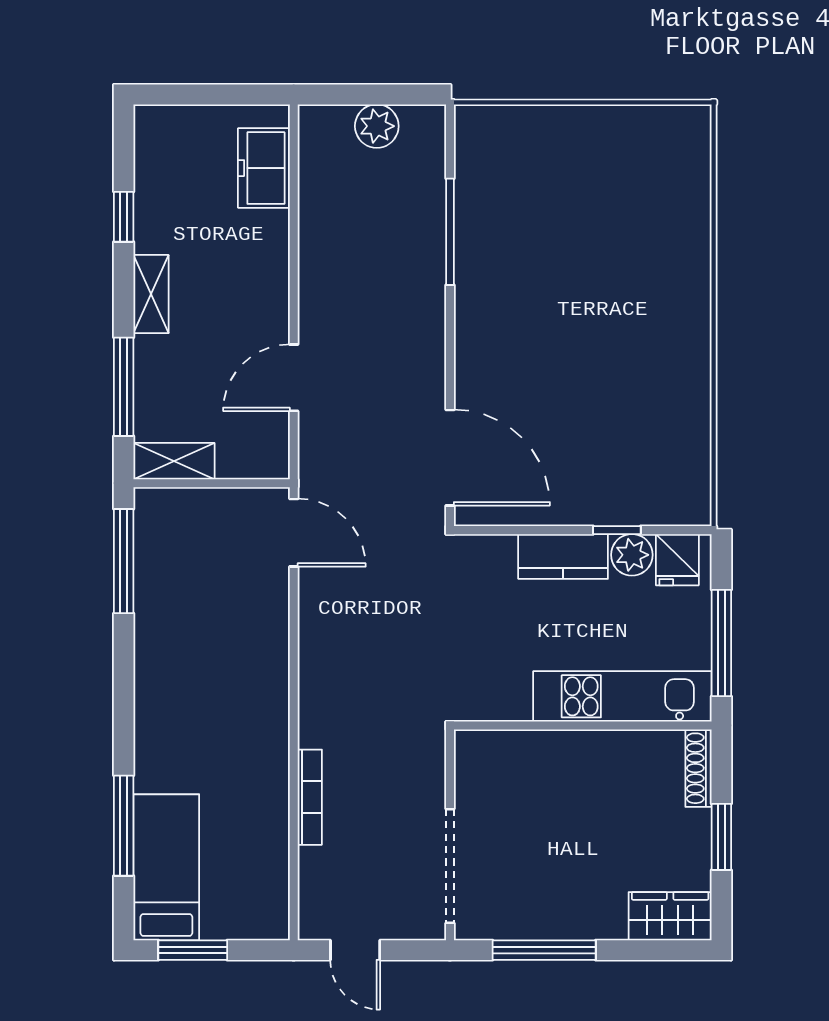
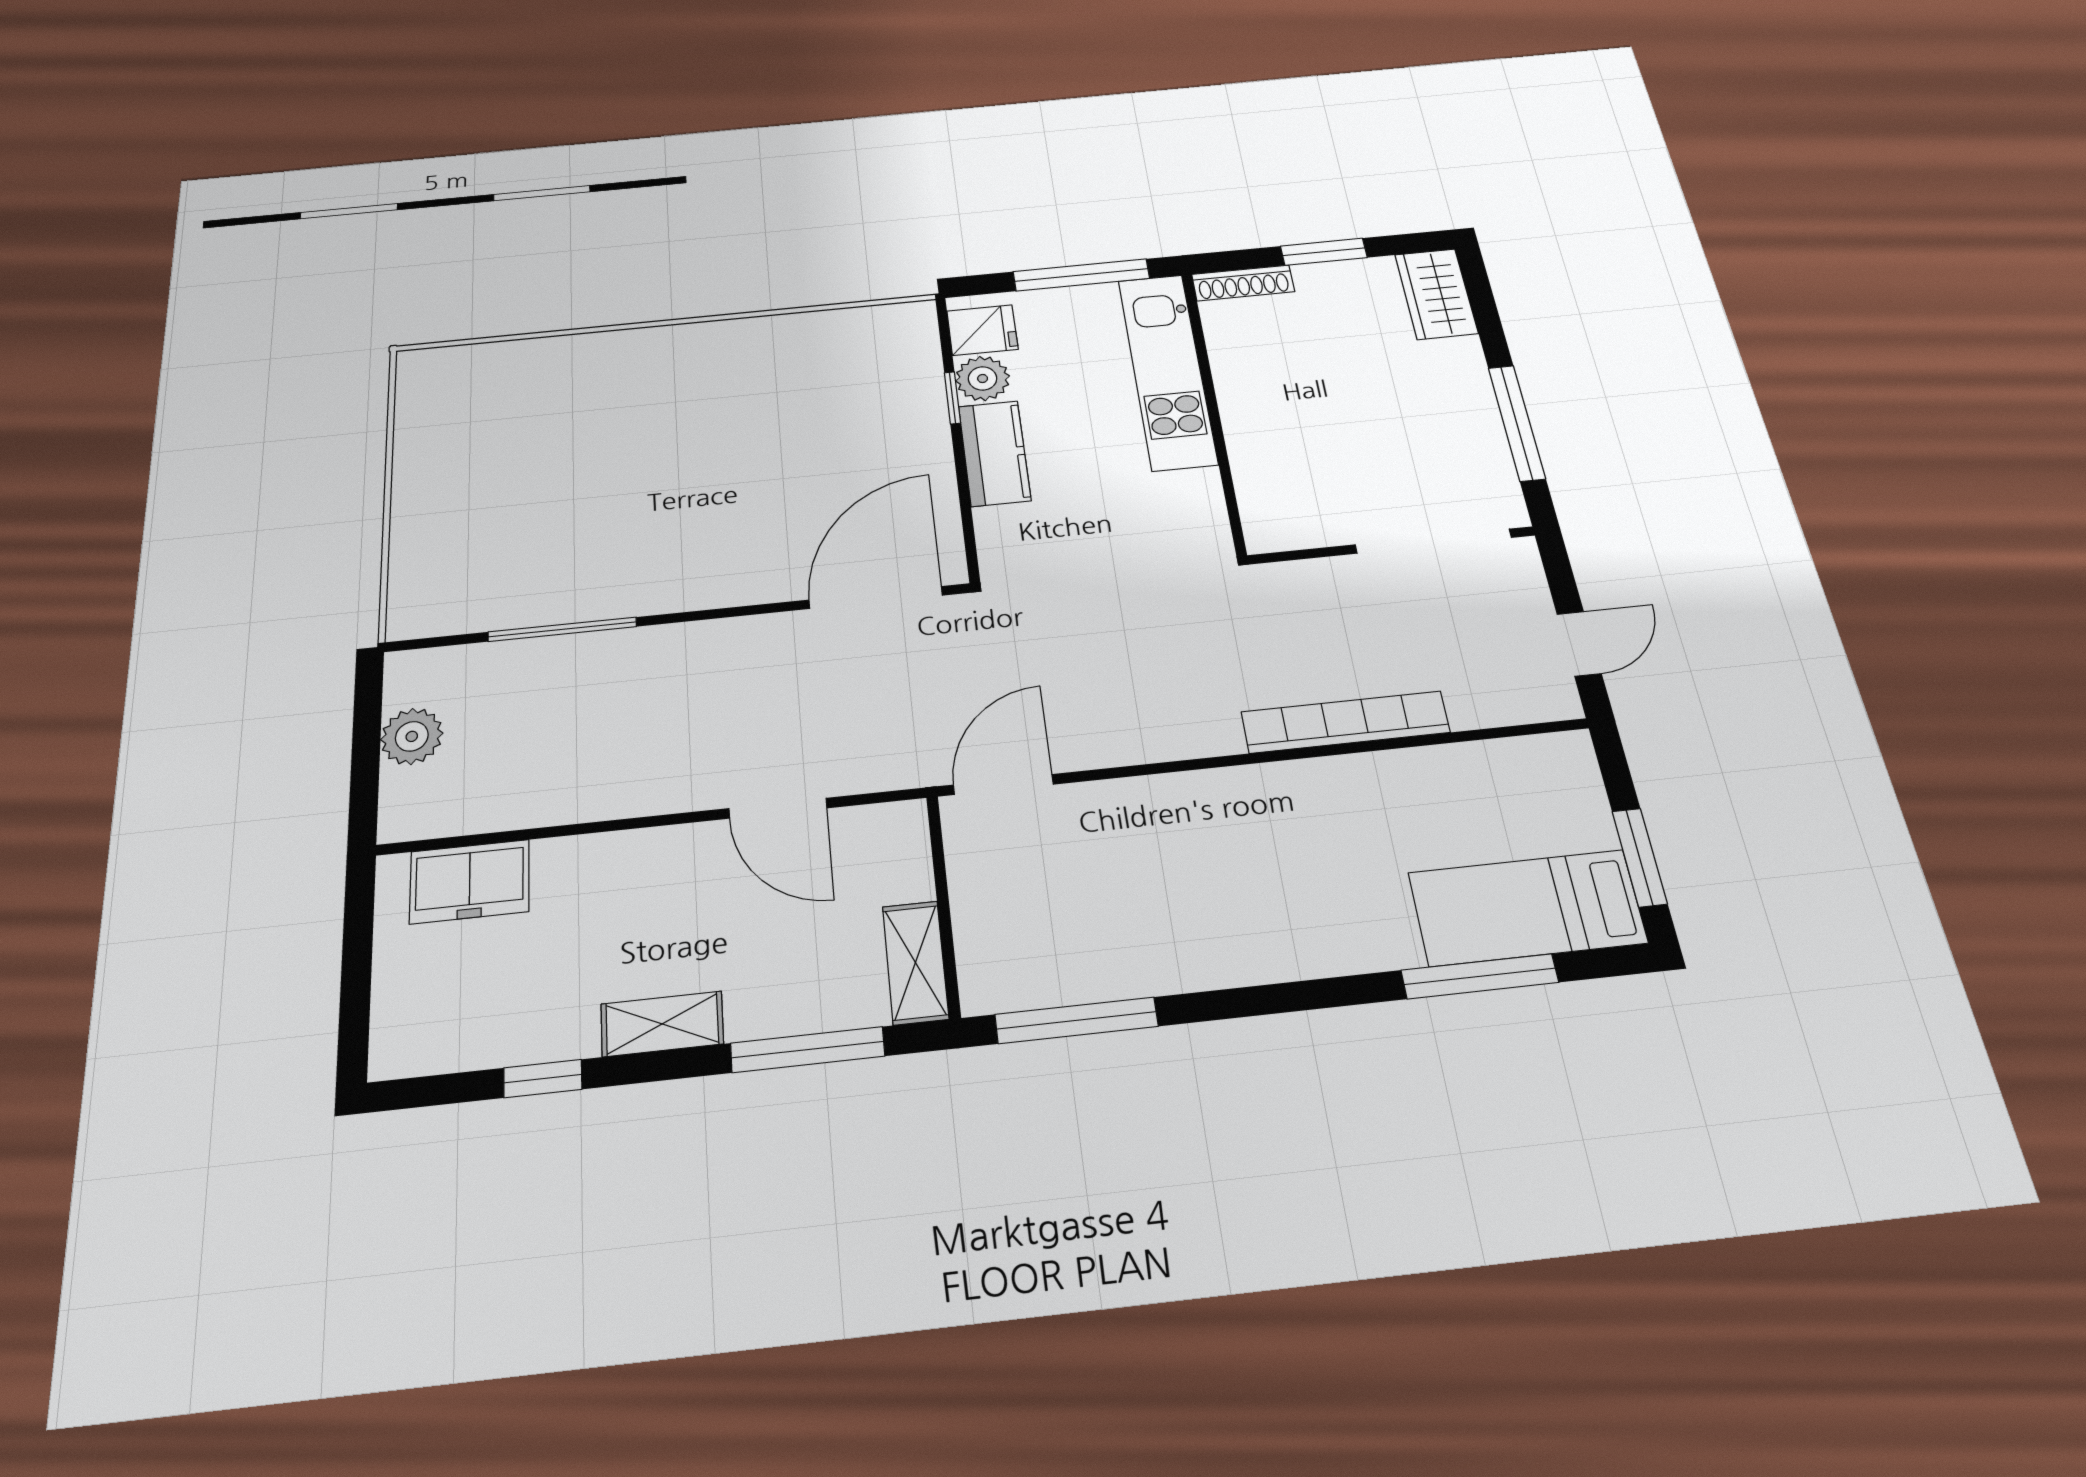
bookcase: (310, 797) -> (1345, 722), width x1.48, depth x1.31

